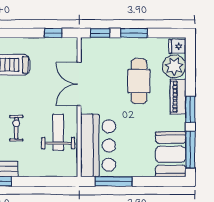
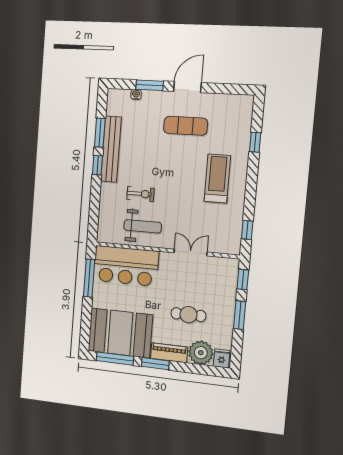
cafe table: (139, 81) -> (188, 315), width x0.73, depth x0.74
double door: (79, 84) -> (191, 252), width x0.73
exercise bike: (16, 128) -> (140, 194), moved
booth: (171, 154) -> (120, 333), width x1.36, depth x1.42

